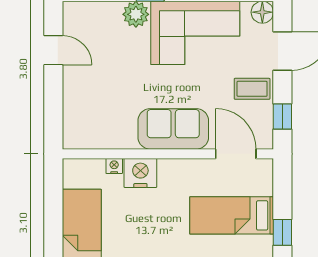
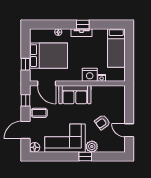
armchair: (112, 68) -> (102, 122), added
bed: (232, 215) -> (48, 56), width x1.50
window: (282, 232) -> (26, 64), moved

